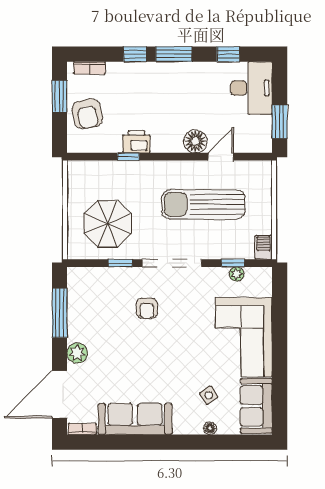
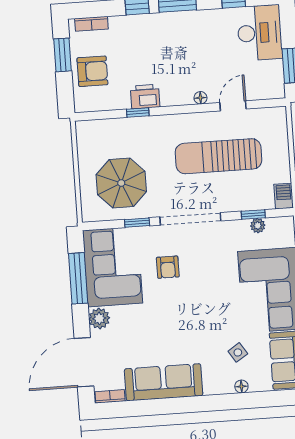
armchair: (87, 114) -> (92, 71), turned -78
floor lamp: (195, 141) -> (200, 98), width x0.53, depth x0.53
corner sofa: (94, 304) -> (113, 267), added

